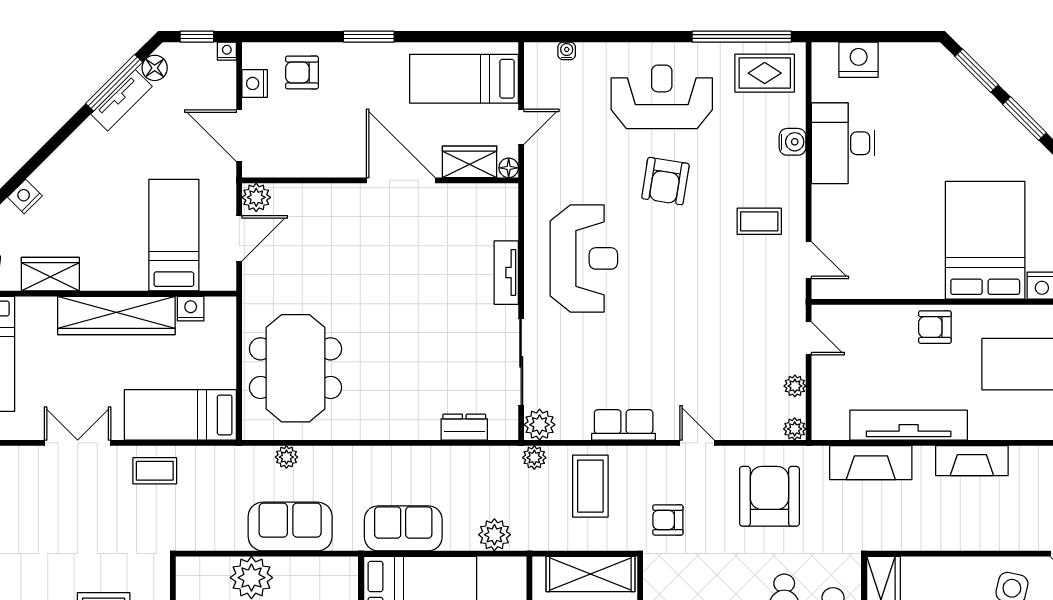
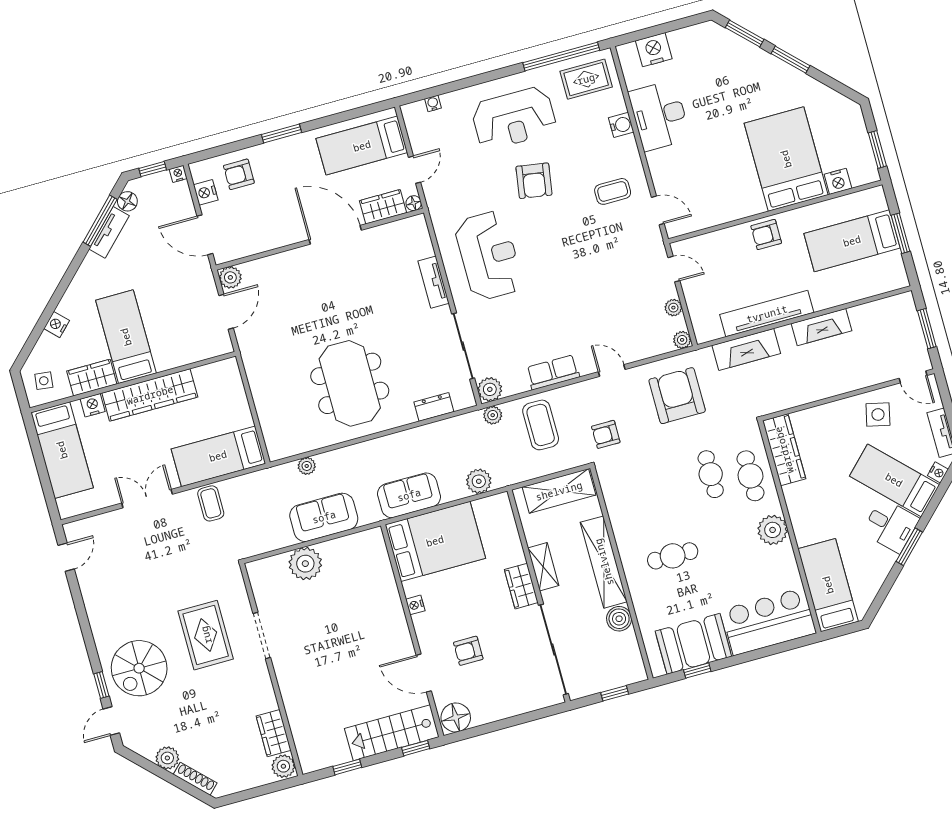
reception desk: (662, 97) -> (514, 118), turned 180
bed: (174, 235) -> (126, 337), moved
nightstand: (191, 309) -> (93, 405), moved
meeting table: (295, 368) -> (350, 383), moved
coffee table: (155, 471) -> (211, 503), turned 90

